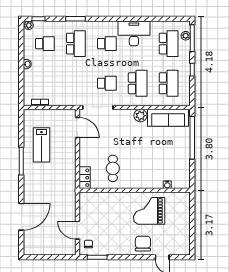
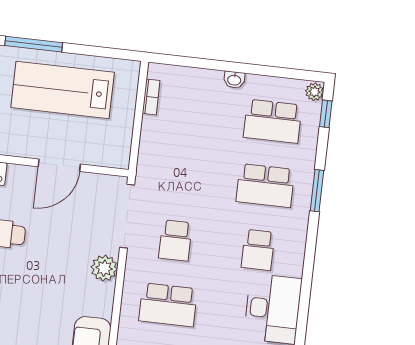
school desk: (45, 44) -> (273, 121), width x1.85
plant: (140, 116) -> (104, 268), moved
door: (77, 128) -> (59, 165), moved
lab bench: (41, 145) -> (63, 90), width x1.36, depth x1.39

